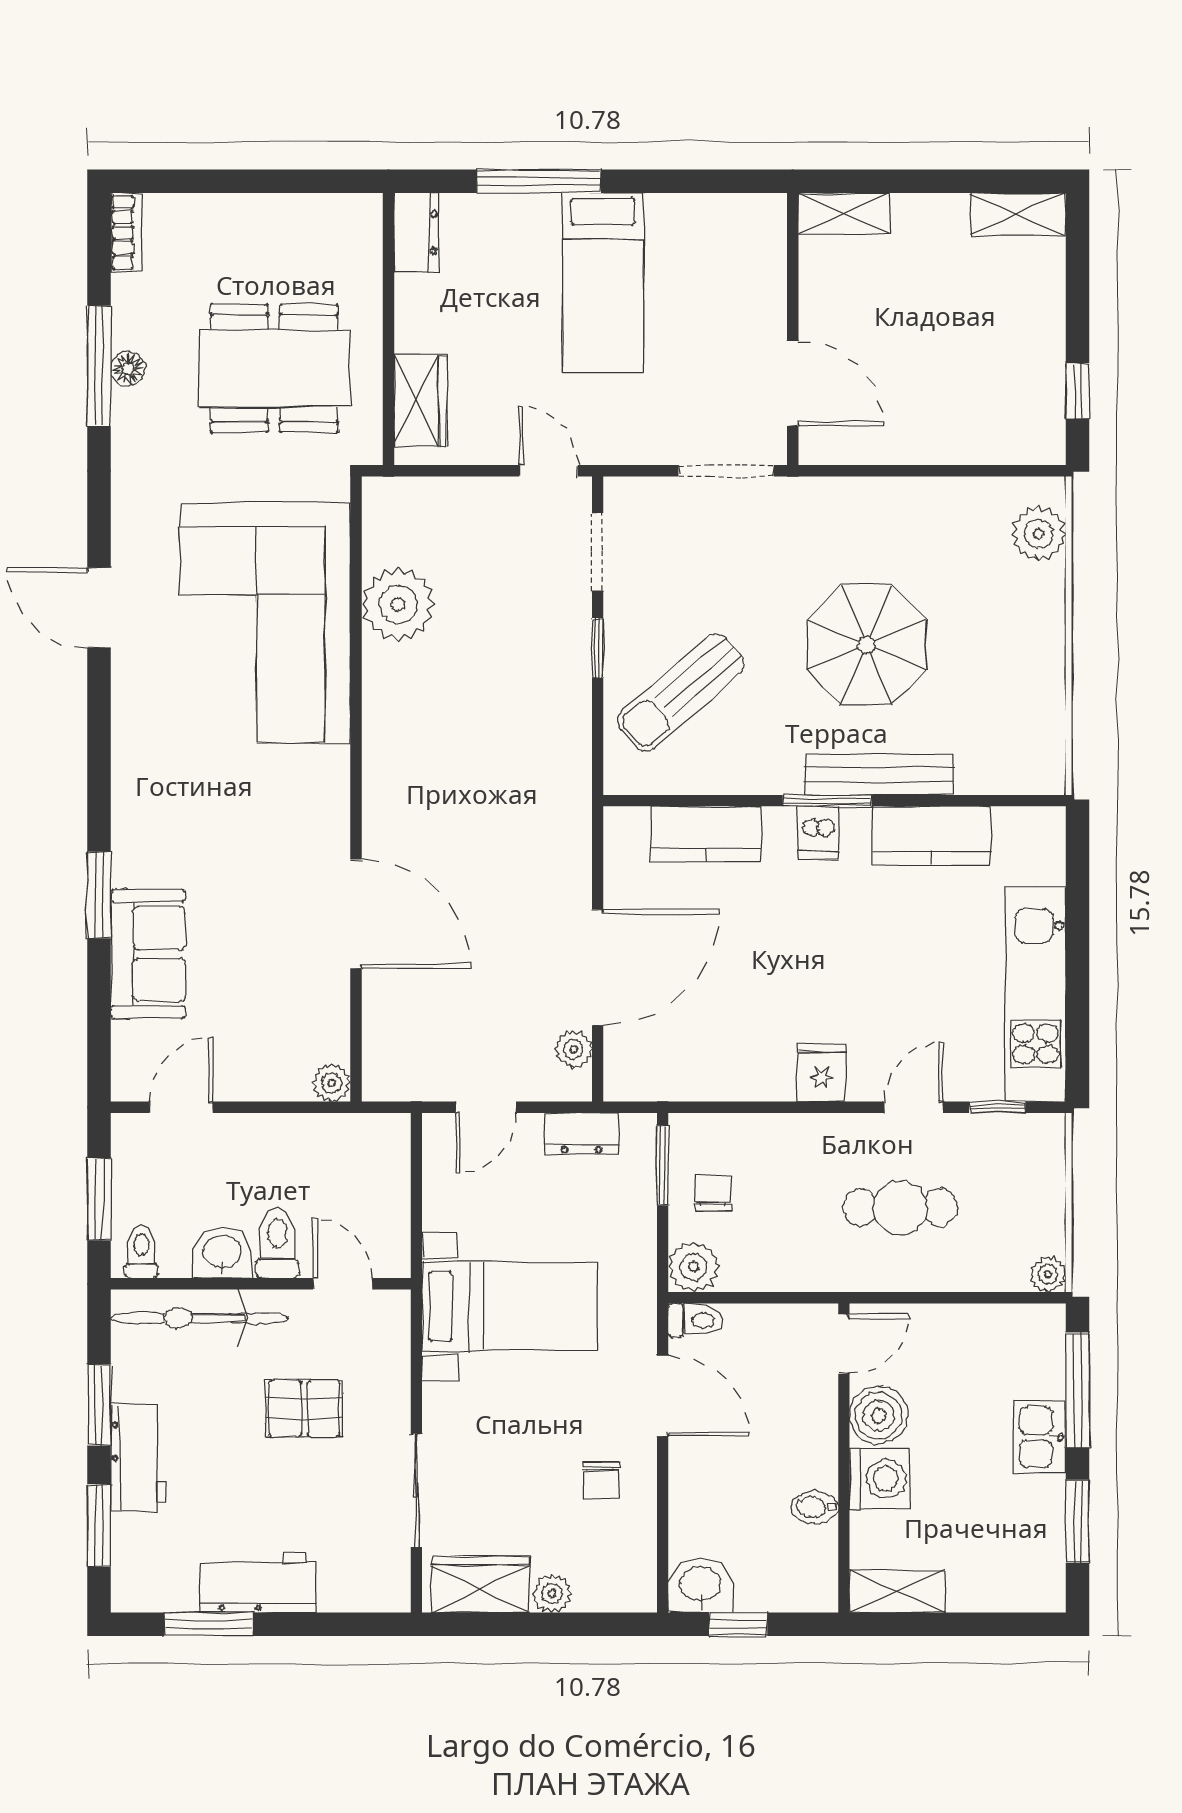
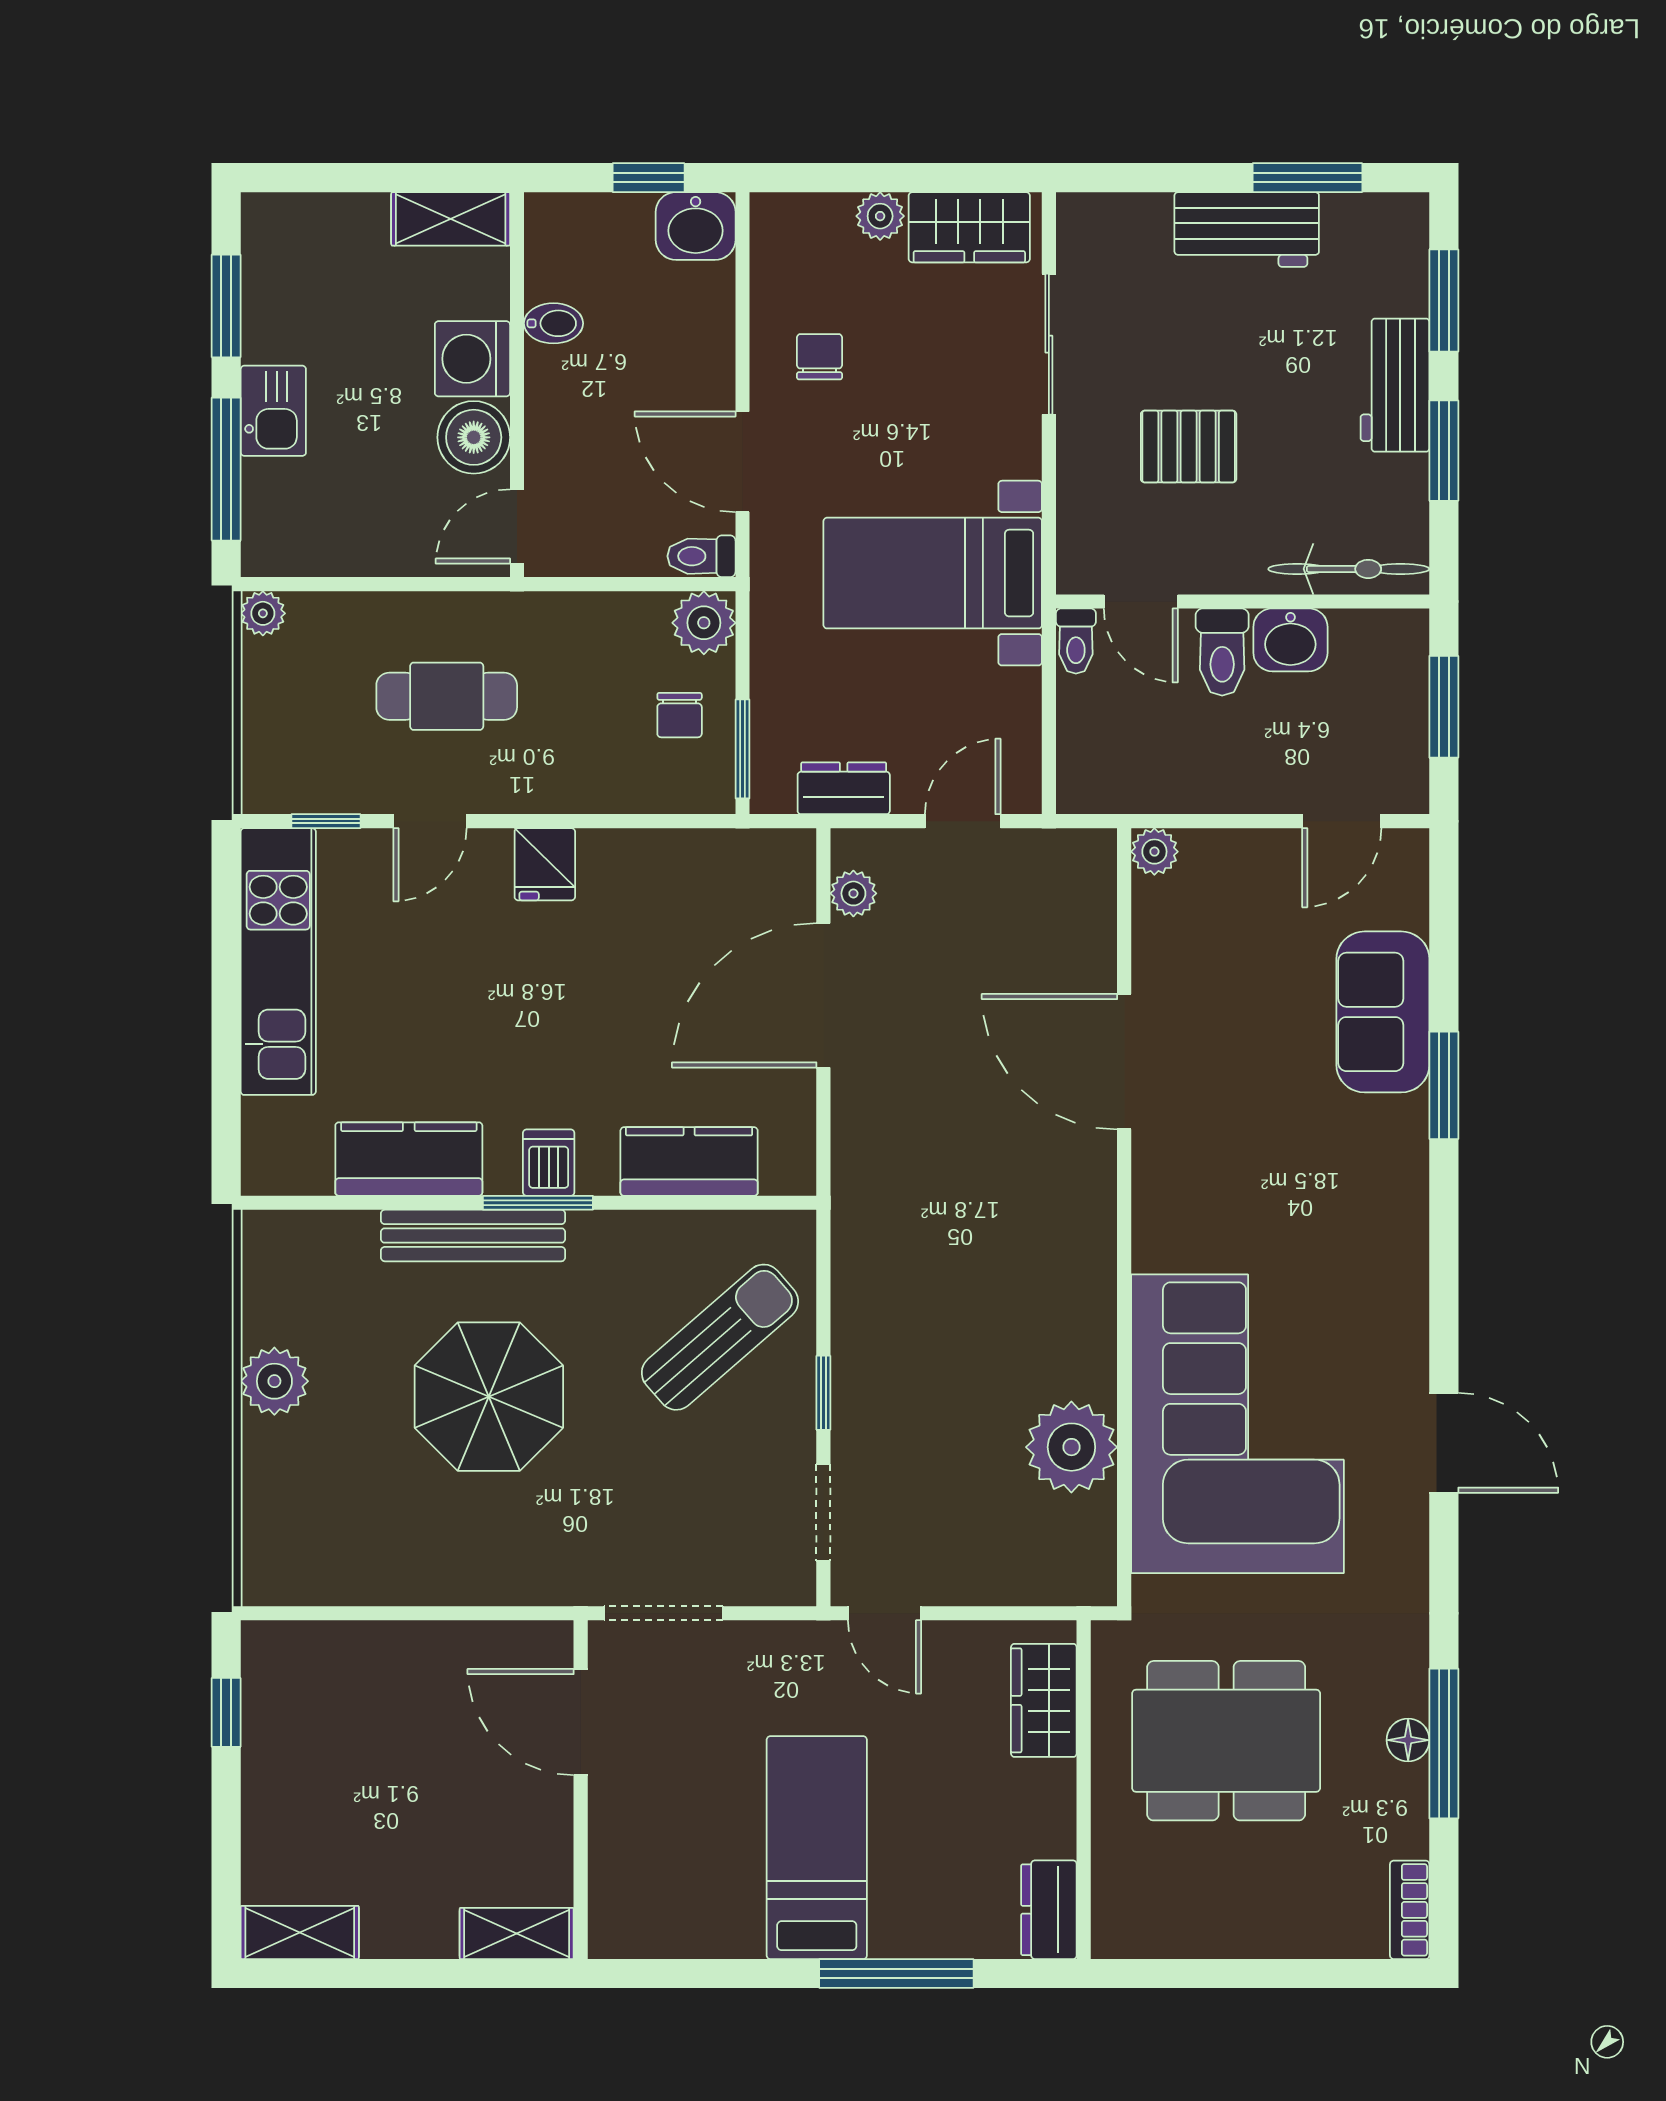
plant: (1039, 534) -> (274, 1381), moved
toilet: (141, 1252) -> (1076, 641), moved
bicycle: (199, 1318) -> (1349, 569), width x0.73, depth x0.71

